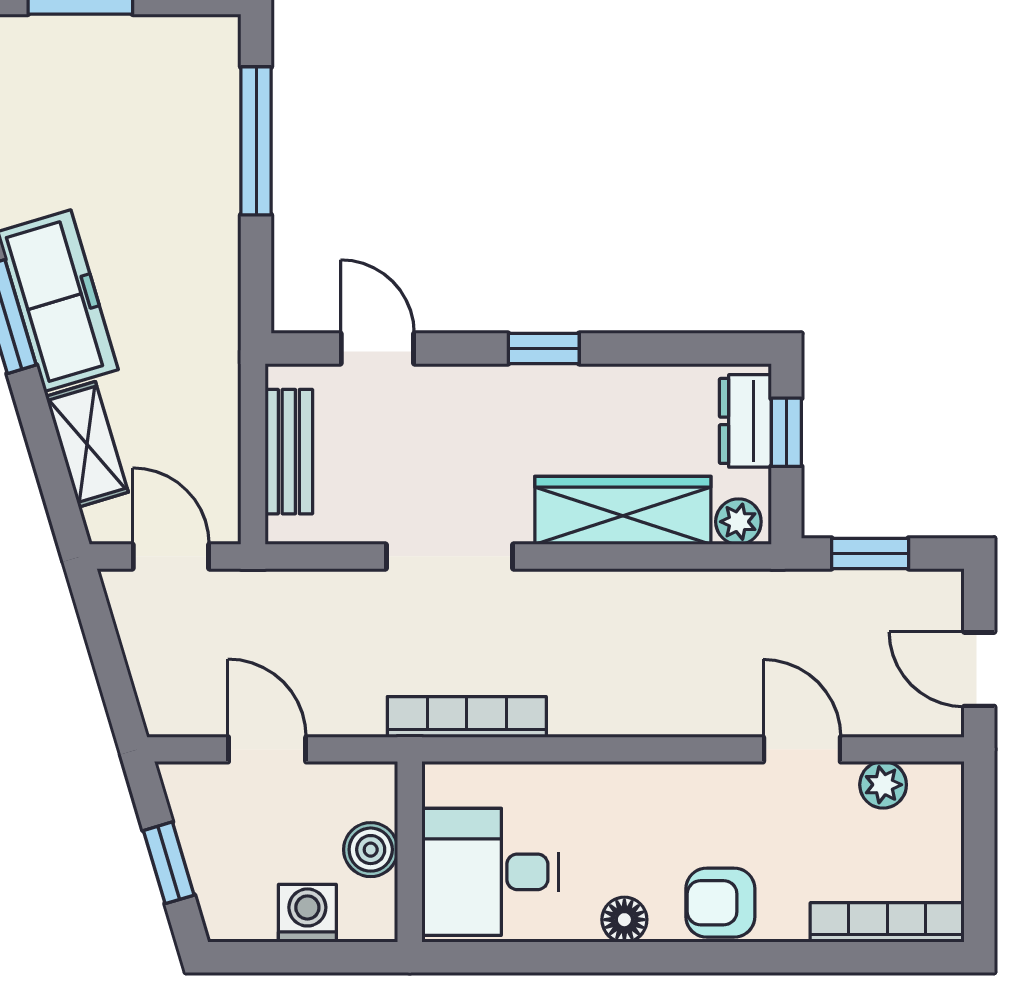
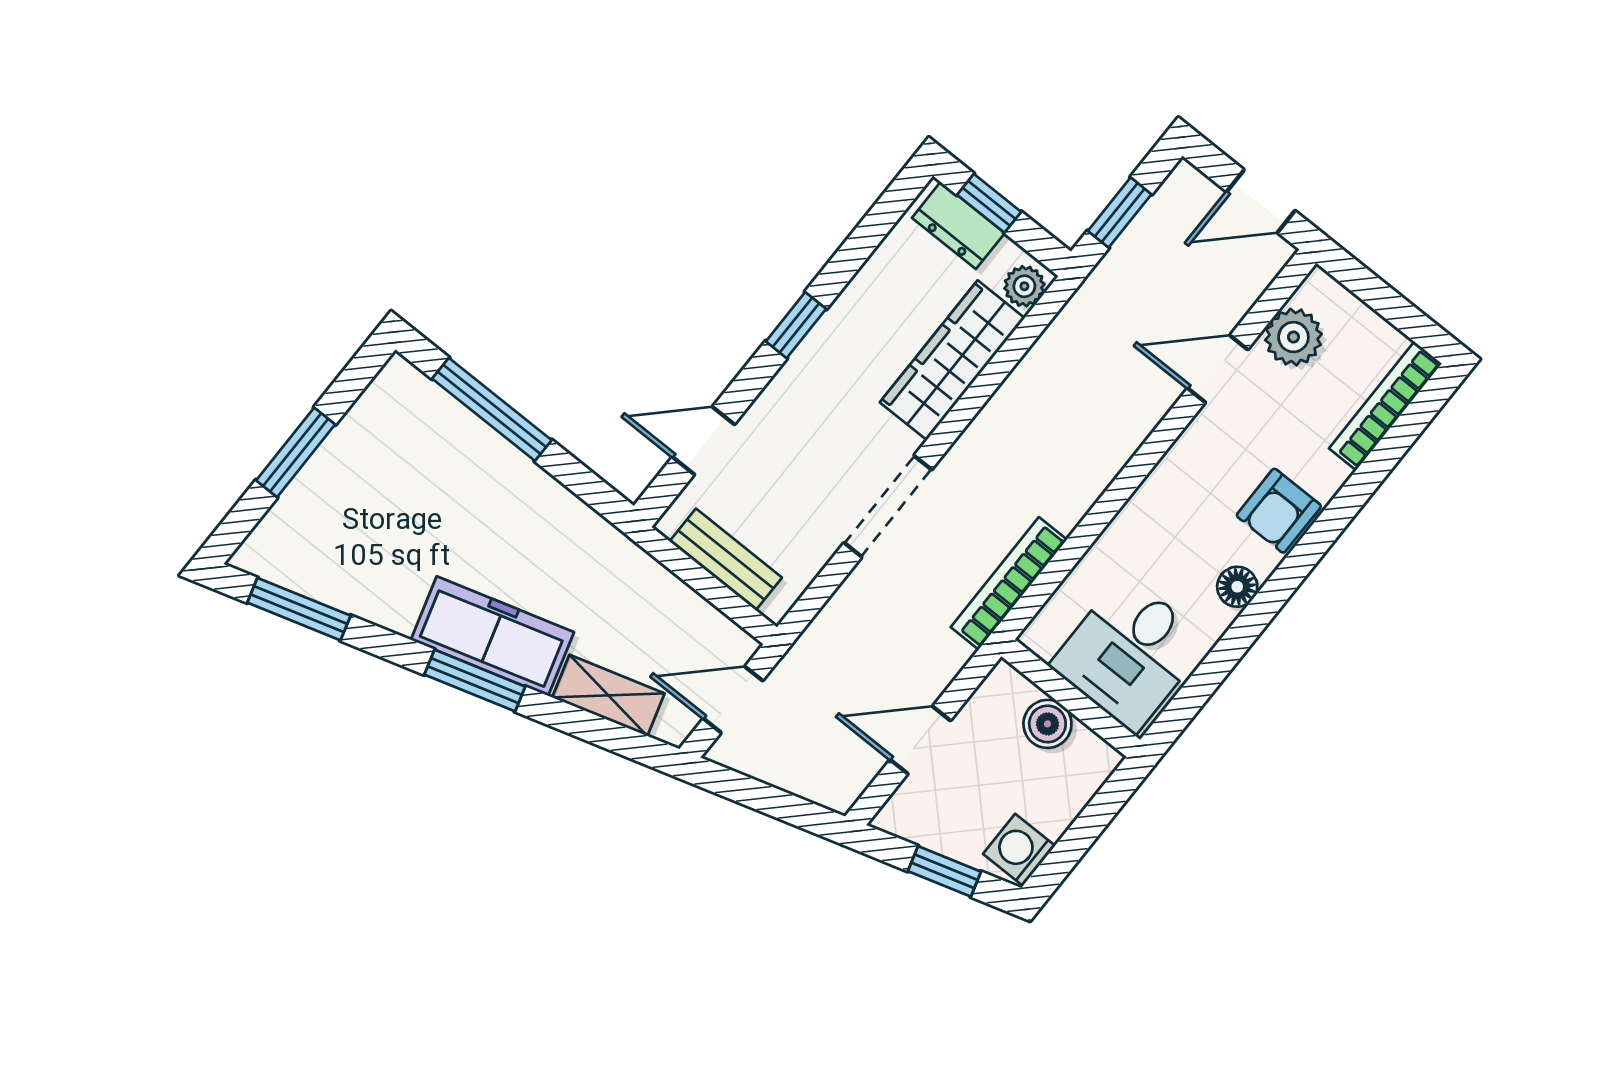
plant: (883, 785) -> (1293, 337), width x1.38, depth x1.38
washing machine: (307, 913) -> (1019, 850), moved

